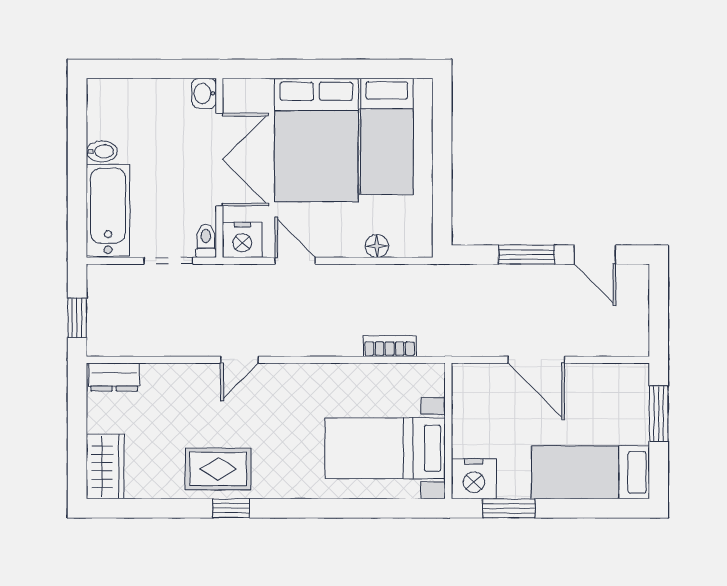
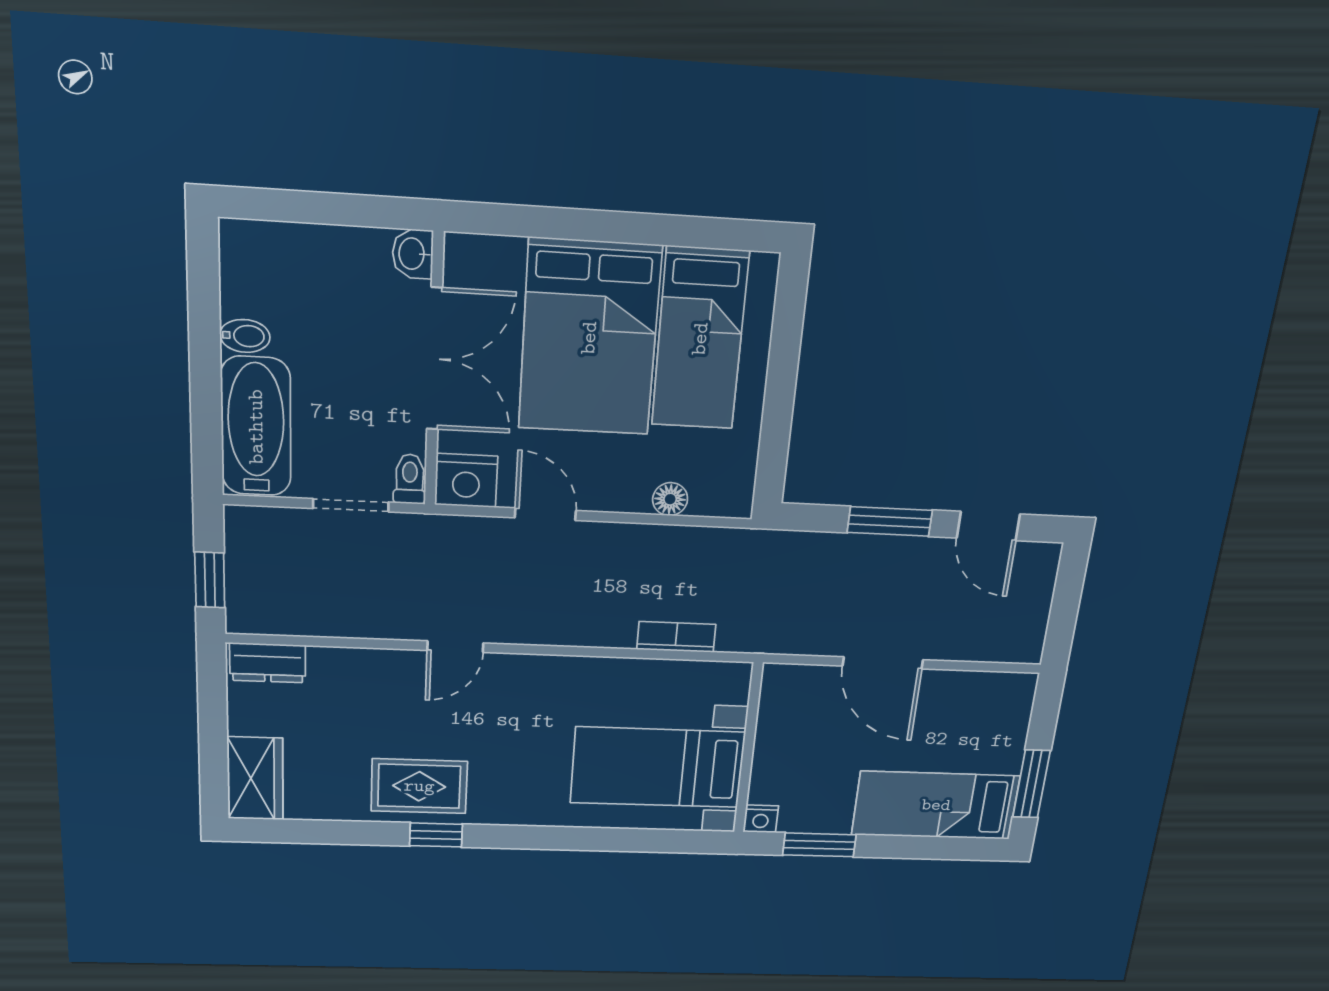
window: (659, 414) -> (1031, 784), moved
nightstand: (474, 479) -> (761, 819), width x0.53, depth x0.56

